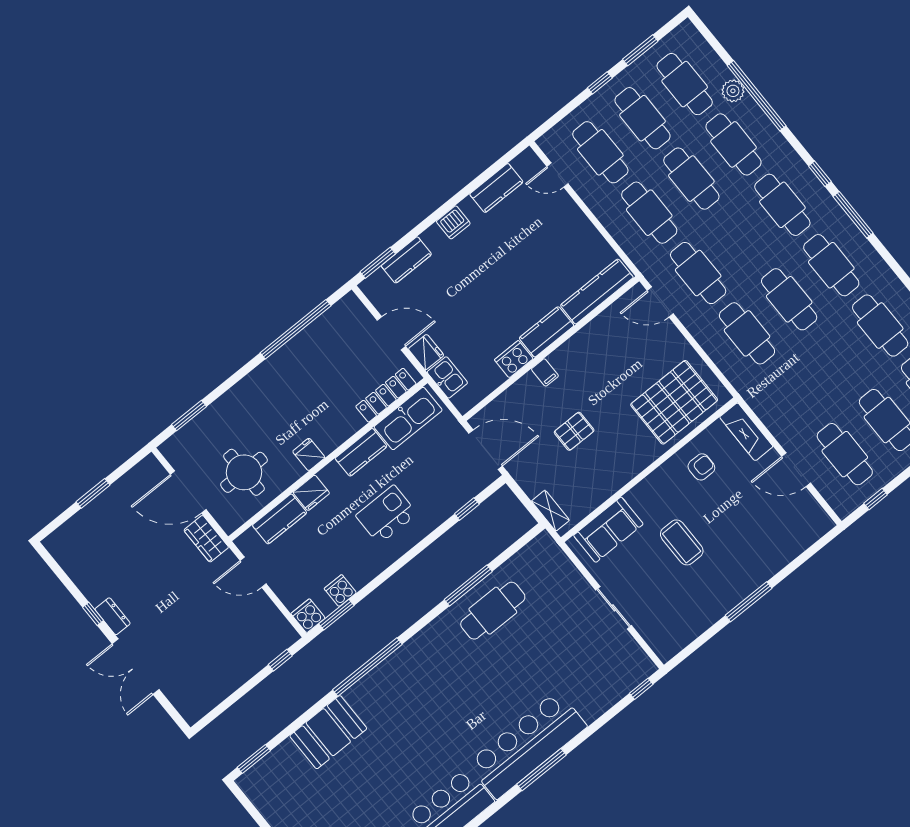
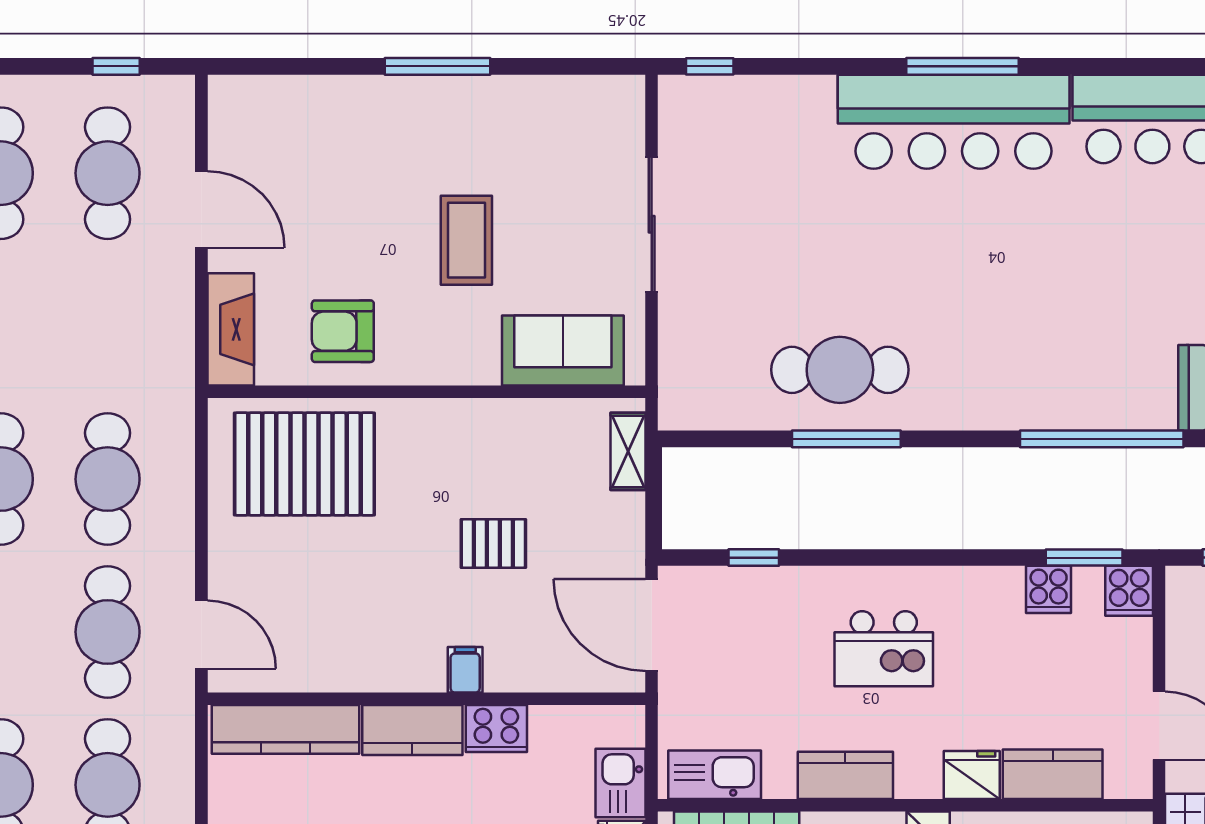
kitchen sink: (408, 418) -> (715, 775), width x0.73, depth x0.81
armchair: (701, 467) -> (343, 331), width x1.38, depth x1.38
sliding door: (614, 608) -> (652, 224), width x1.37

